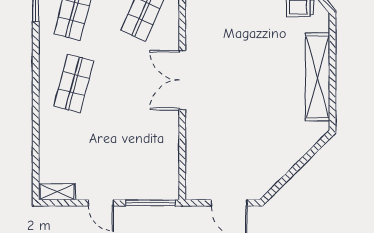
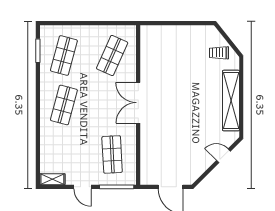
shop shelf: (144, 156) -> (112, 154), added
door: (307, 157) -> (224, 156), added

